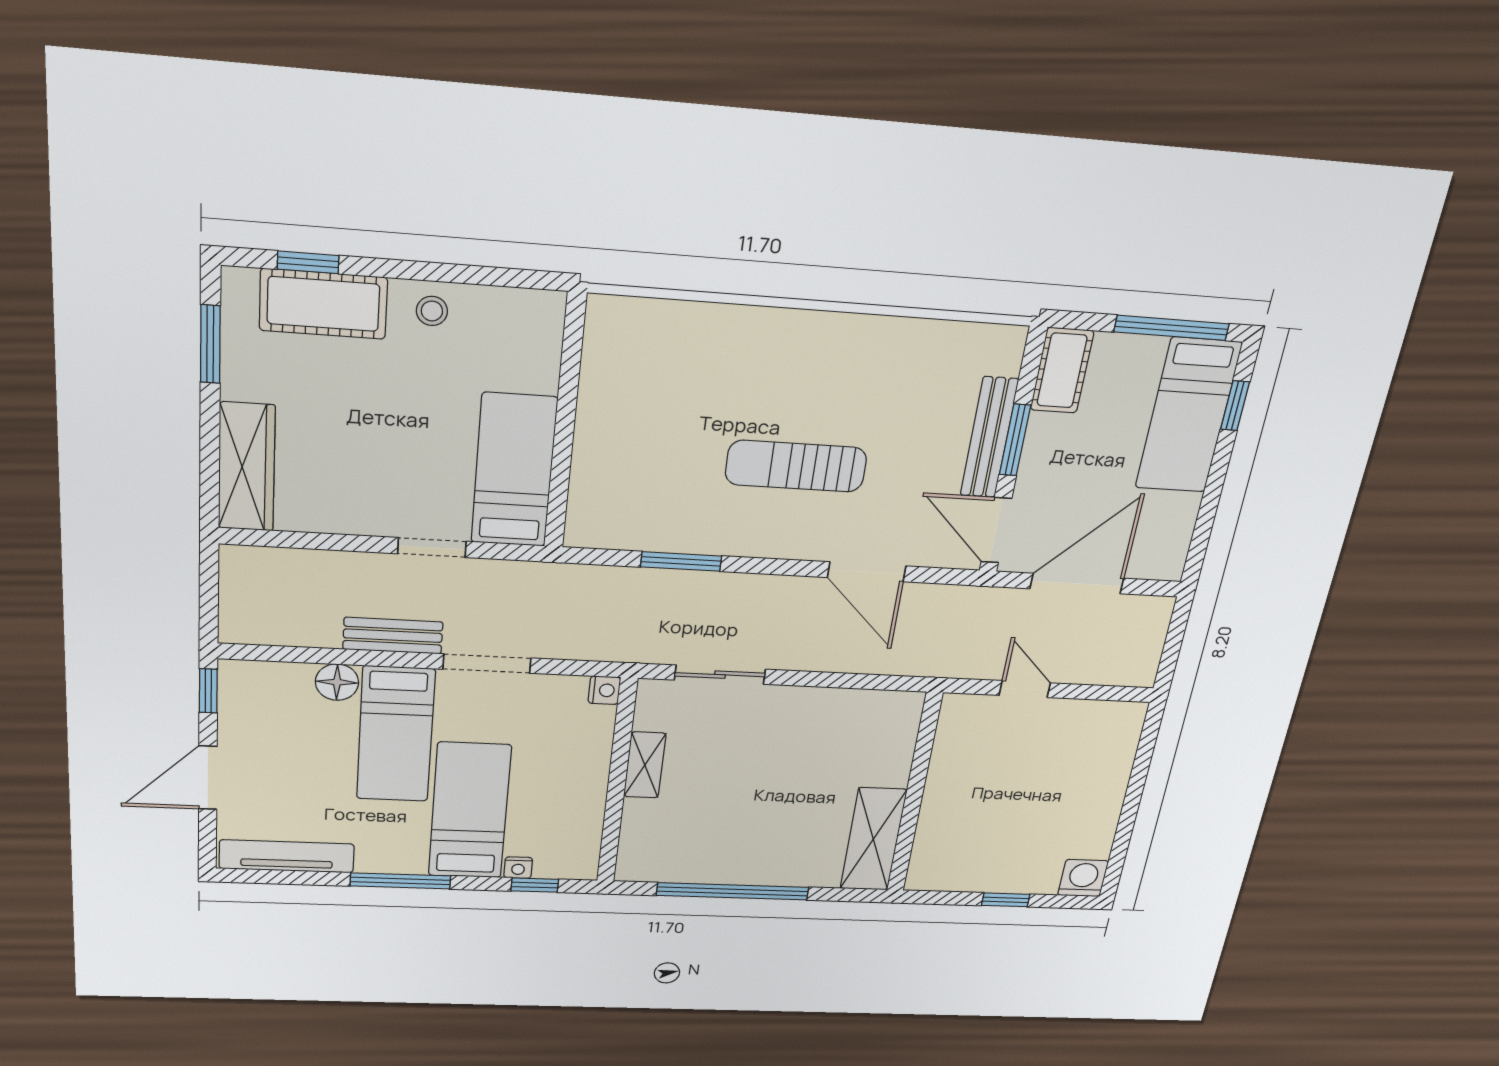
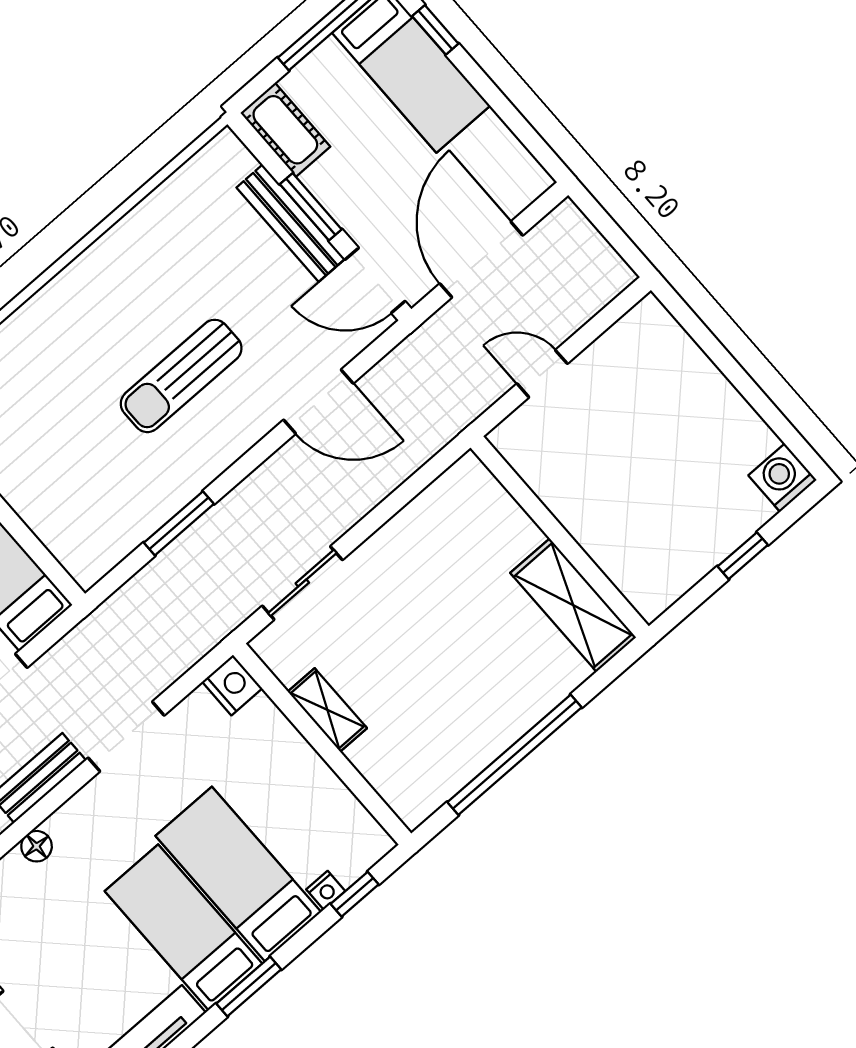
floor lamp: (337, 682) -> (37, 846), width x0.73, depth x0.73
nightstand: (604, 690) -> (232, 685), width x1.39, depth x1.35
bed: (396, 734) -> (183, 927), moved, turned 180
window: (400, 881) -> (249, 987), width x0.69

